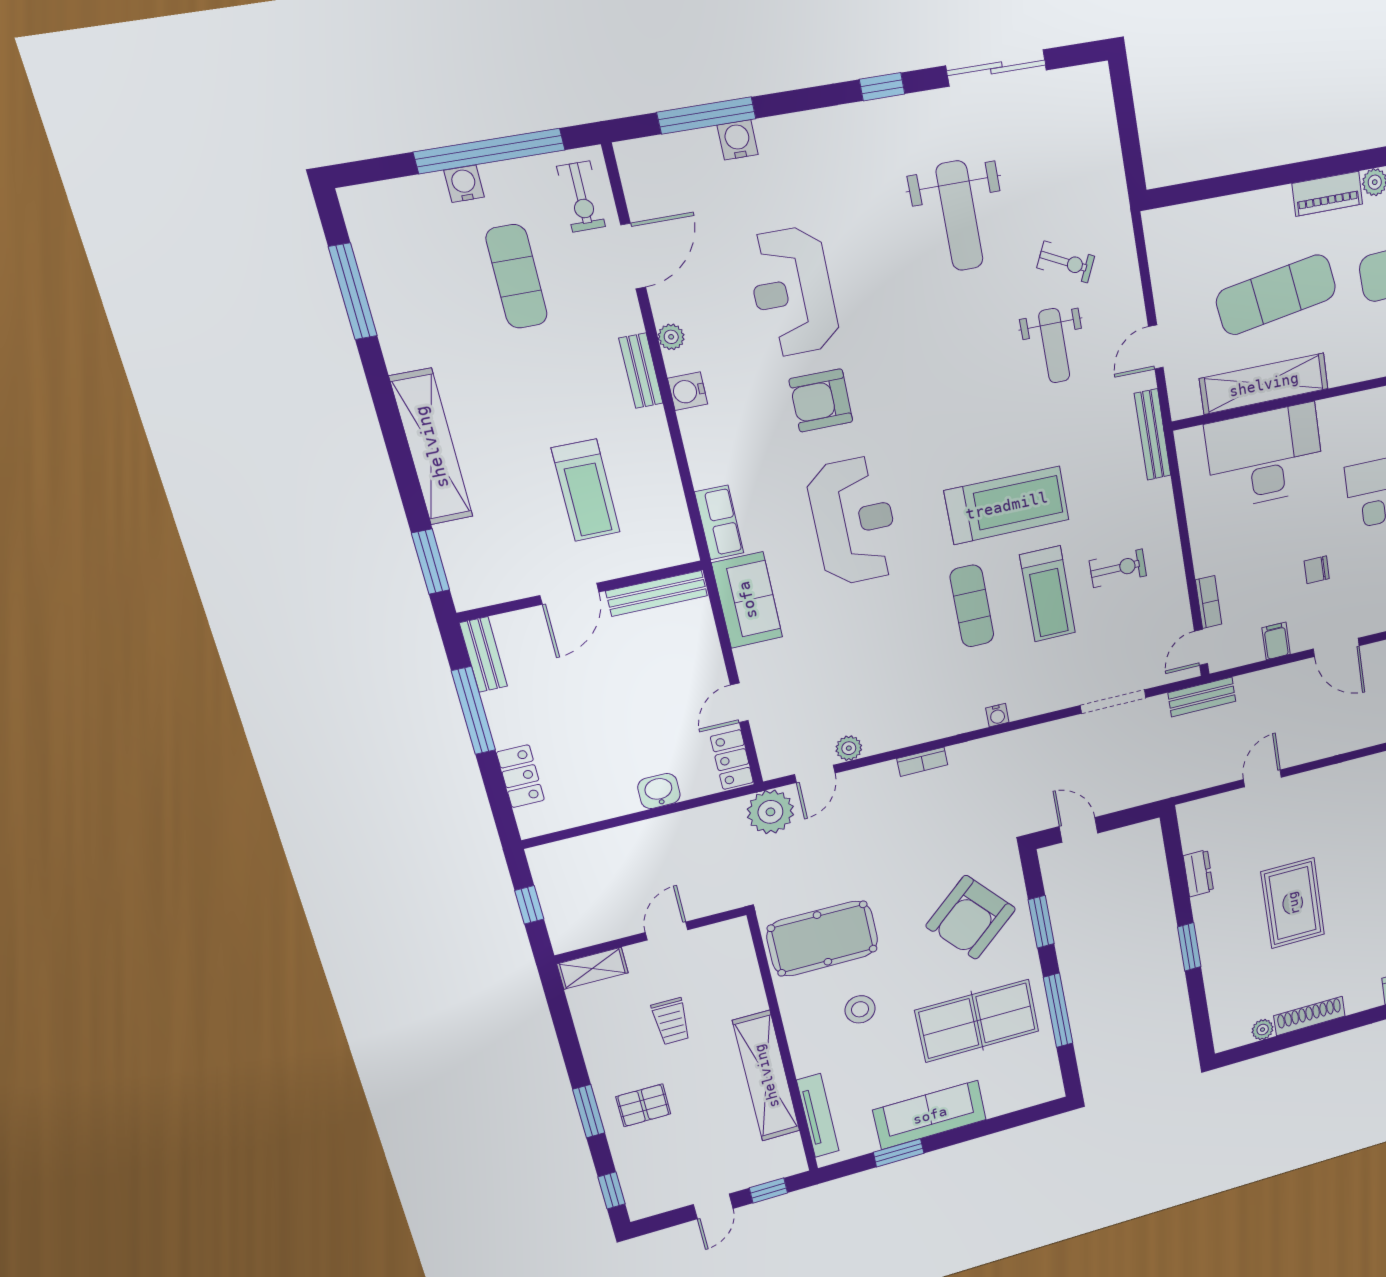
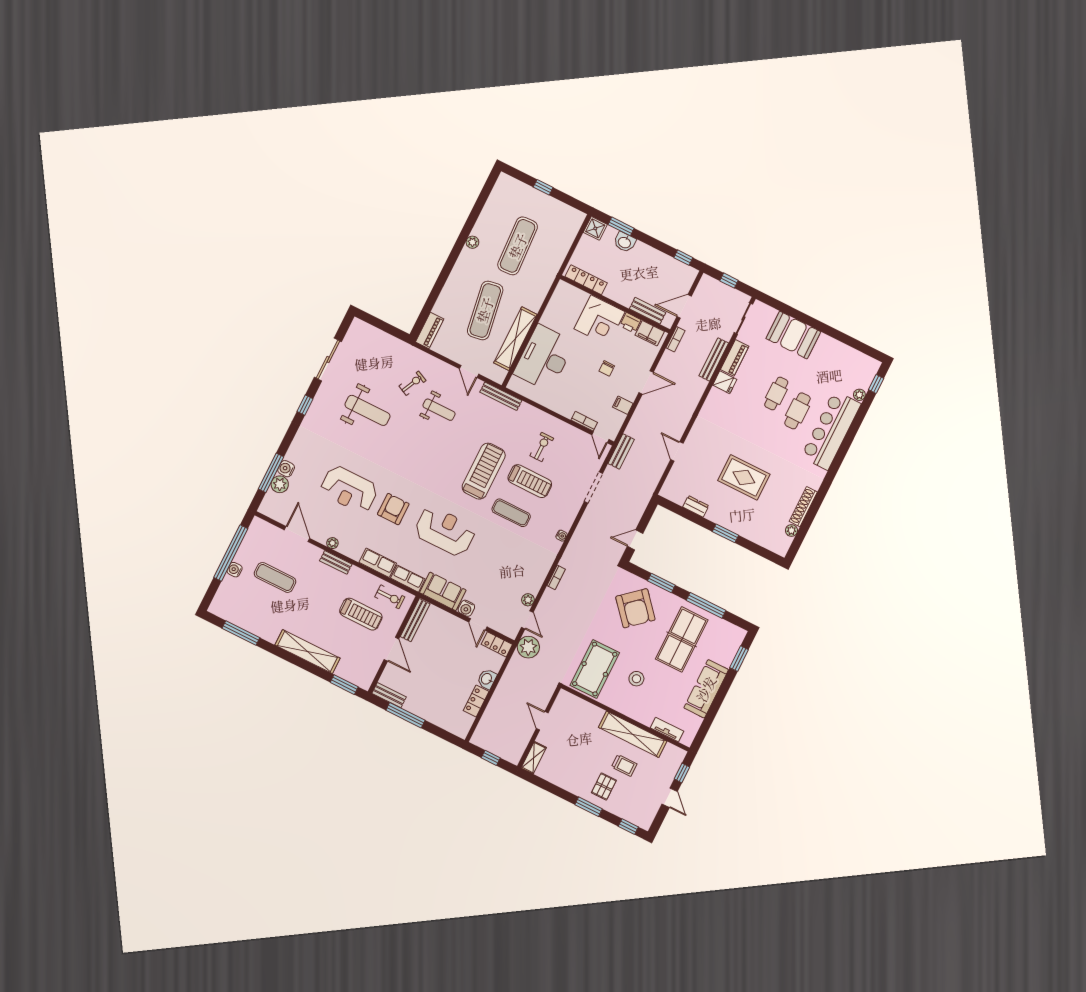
plant: (699, 150) -> (280, 484), added
piano: (1327, 194) -> (430, 330), moved
exercise bike: (581, 197) -> (390, 597), moved
water cooler: (688, 391) -> (466, 608), moved
armchair: (821, 400) -> (393, 509), turned 180
row of seats: (703, 448) -> (378, 563), added
locker: (520, 776) -> (476, 701), moved, turned -90
trolley: (671, 1021) -> (624, 765), moved
tv unit: (818, 1116) -> (667, 730), width x0.71
window: (899, 1153) -> (739, 659), moved

